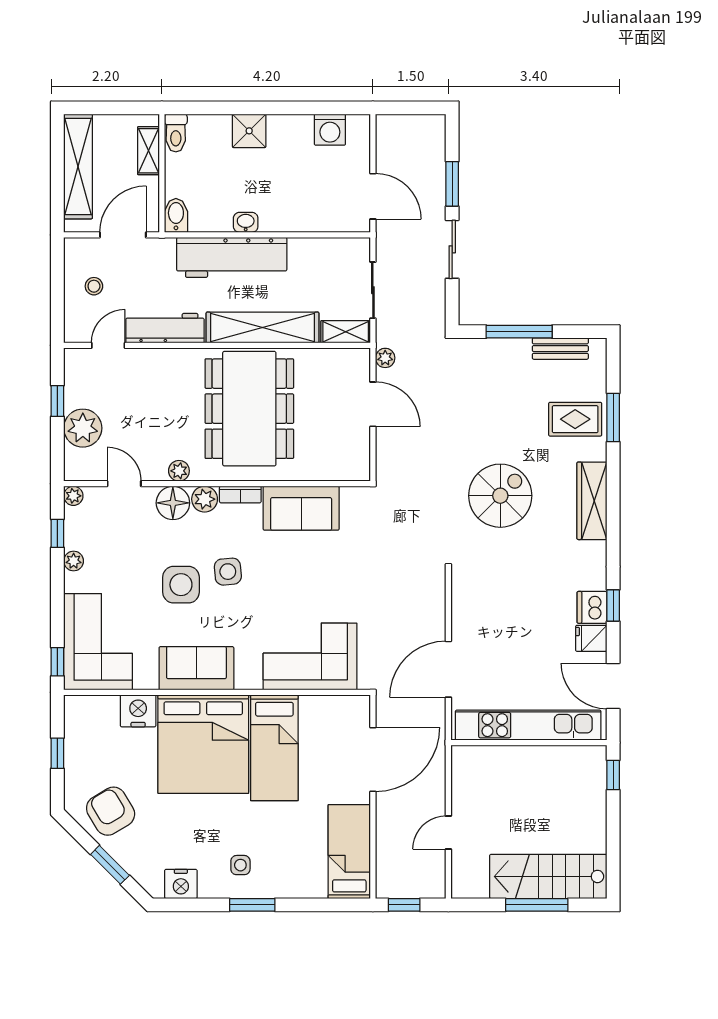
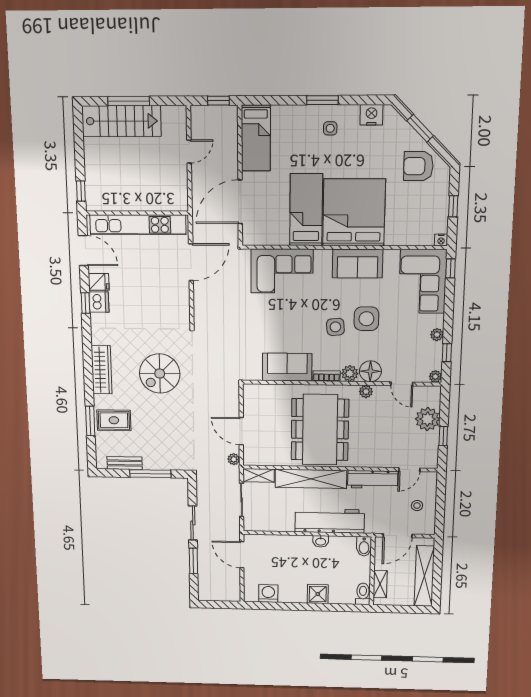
nightstand: (138, 711) -> (441, 240), moved, width x0.53, depth x0.56
armchair: (111, 811) -> (418, 166), turned 121

